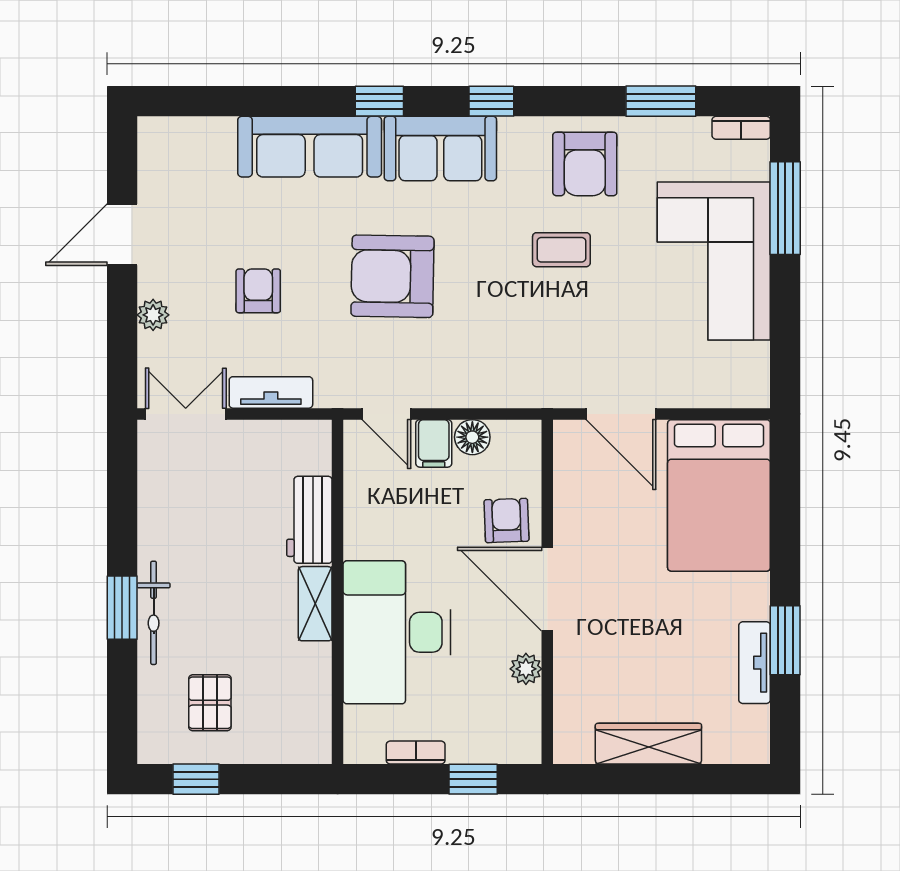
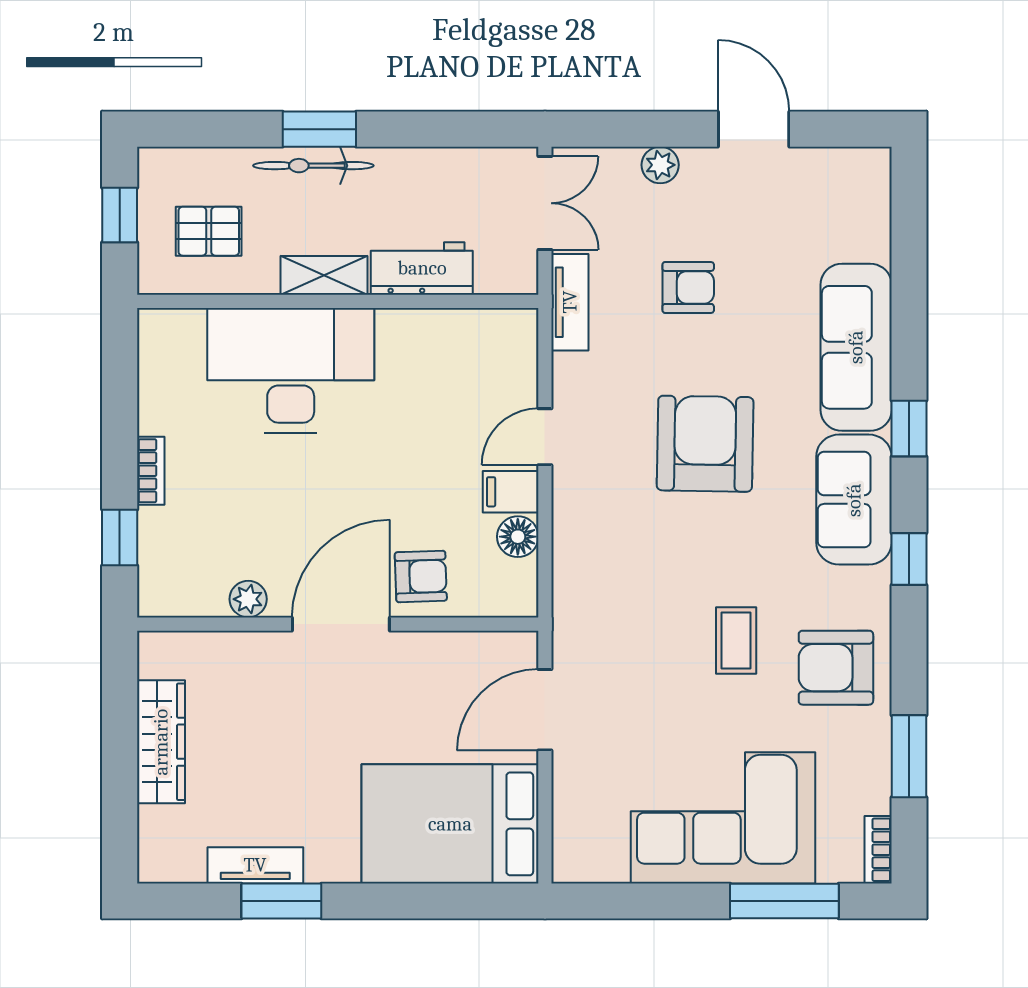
workbench: (309, 520) -> (422, 268), moved
wall: (338, 592) -> (338, 301), moved
shelving: (315, 604) -> (324, 275), moved
desk: (397, 632) -> (291, 370), moved

